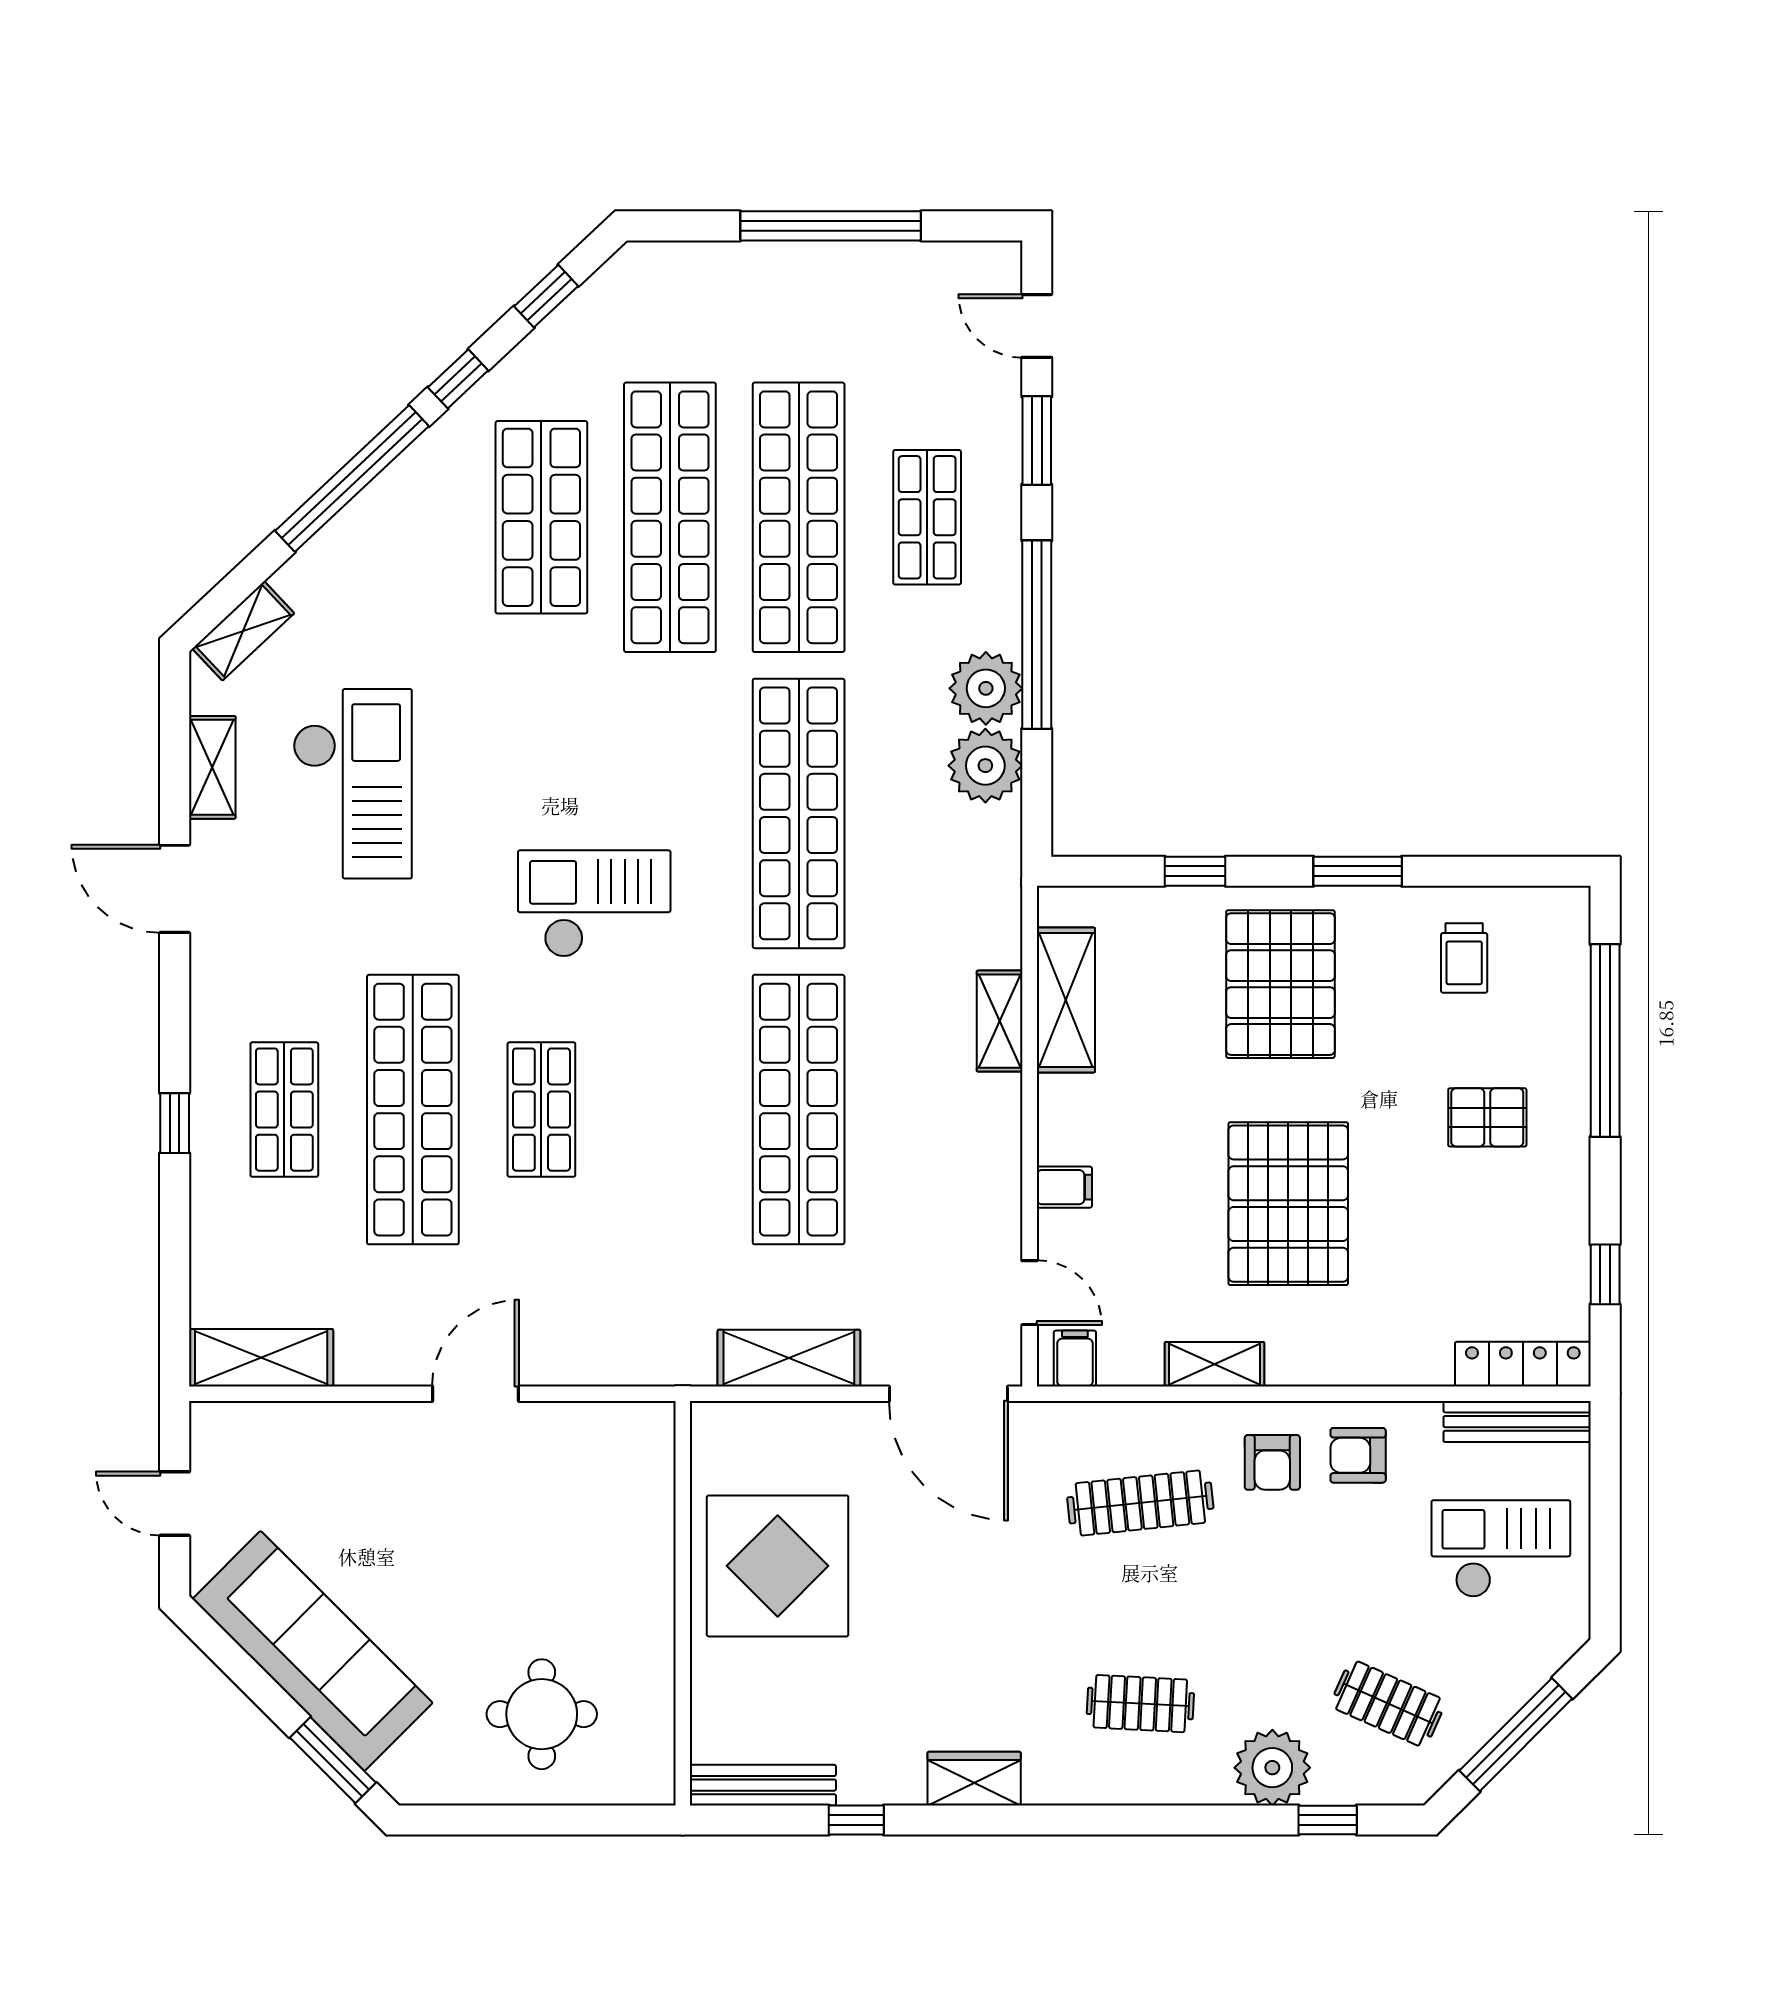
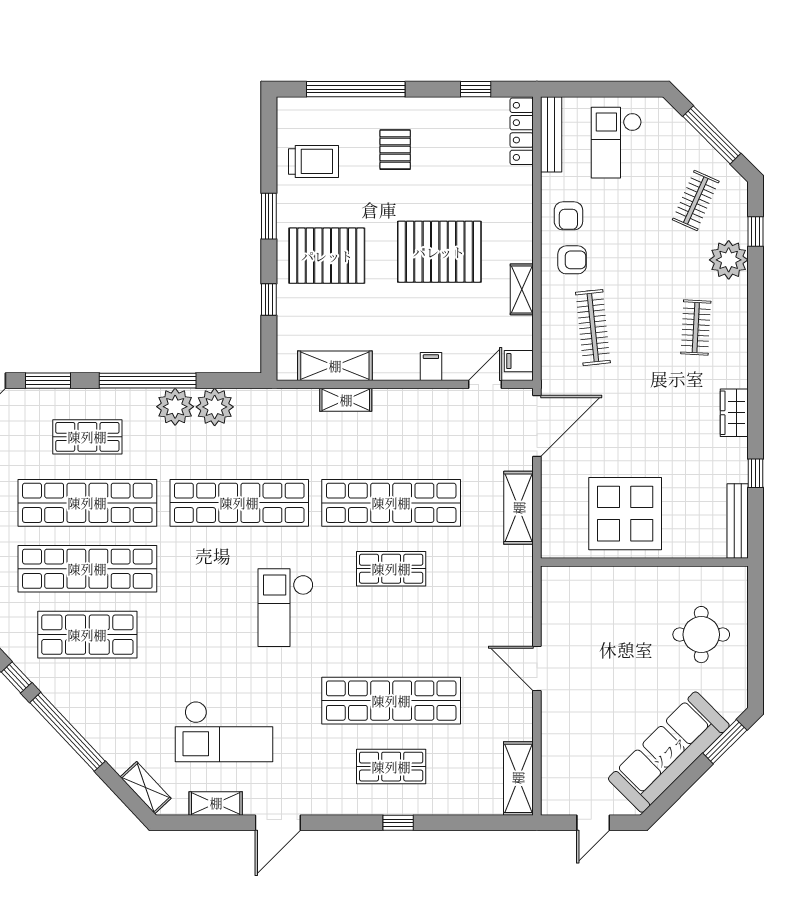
checkout: (352, 784) -> (224, 732), turned 180
trolley: (1464, 958) -> (313, 161), width x1.36, depth x1.39
shop shelf: (541, 1110) -> (391, 569), moved

